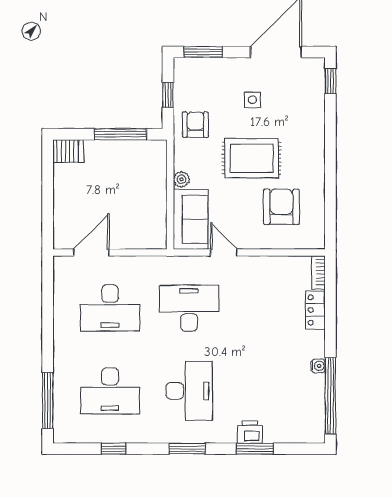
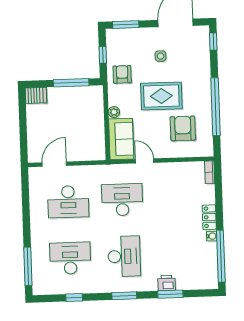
window: (330, 177) -> (216, 107), added
locker: (316, 310) -> (209, 217), moved
desk: (110, 391) -> (70, 258), turned 180

